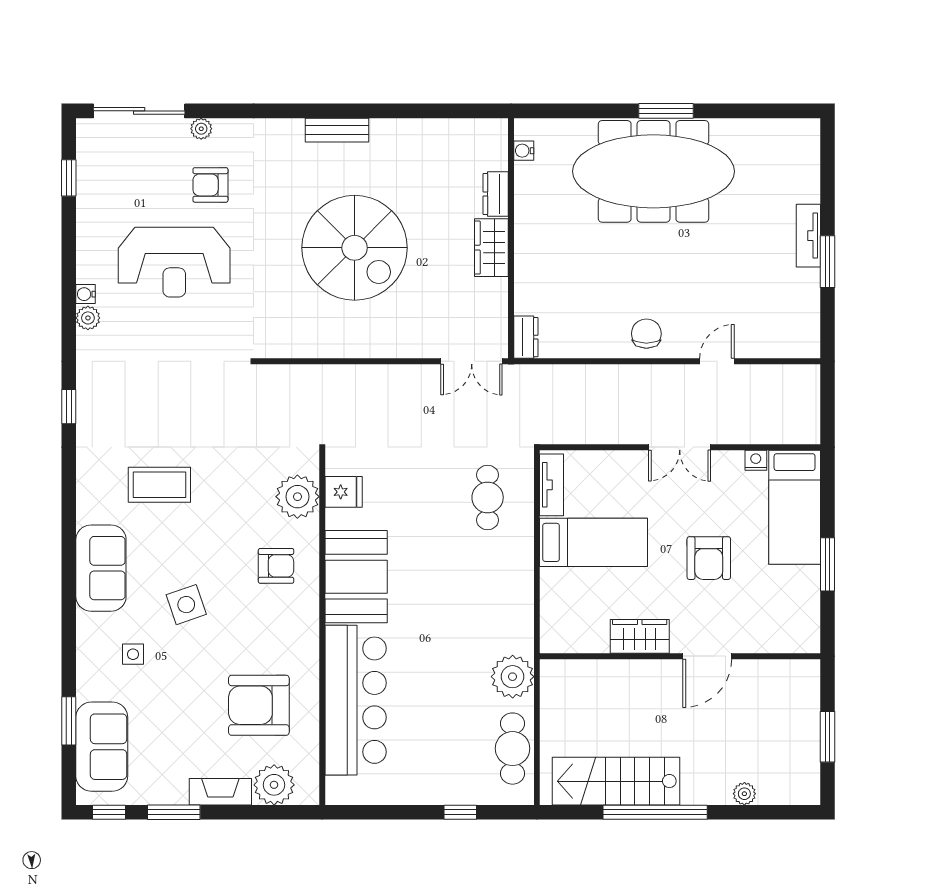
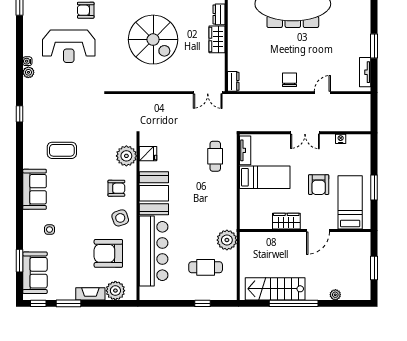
tv unit: (808, 236) -> (365, 72), moved
bed: (795, 507) -> (350, 202), moved, turned 180
side table: (186, 605) -> (120, 218), moved
cafe table: (513, 749) -> (206, 267), moved, turned 90

